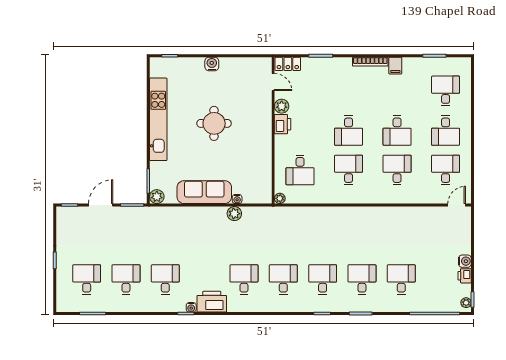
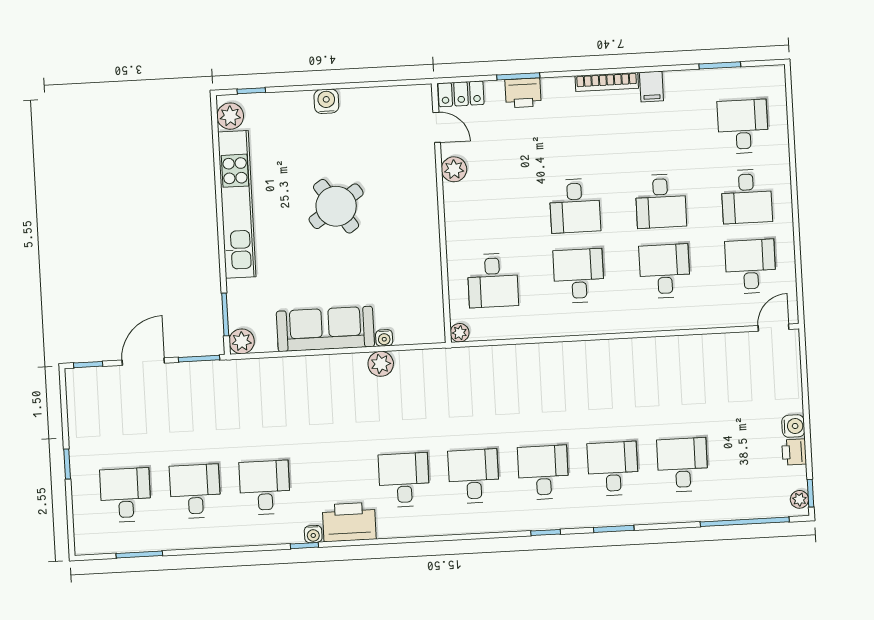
plant: (157, 69) -> (230, 116), added
round table: (214, 123) -> (336, 206), turned -34
printer: (283, 124) -> (523, 93), moved, turned 90

